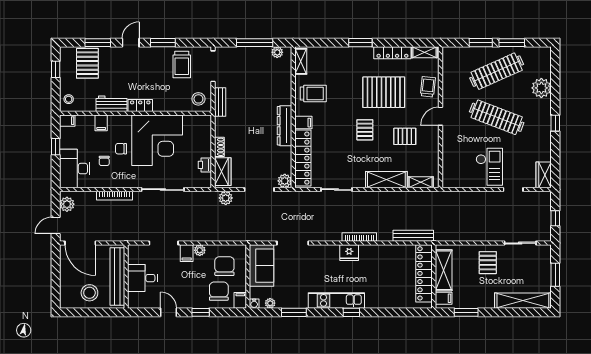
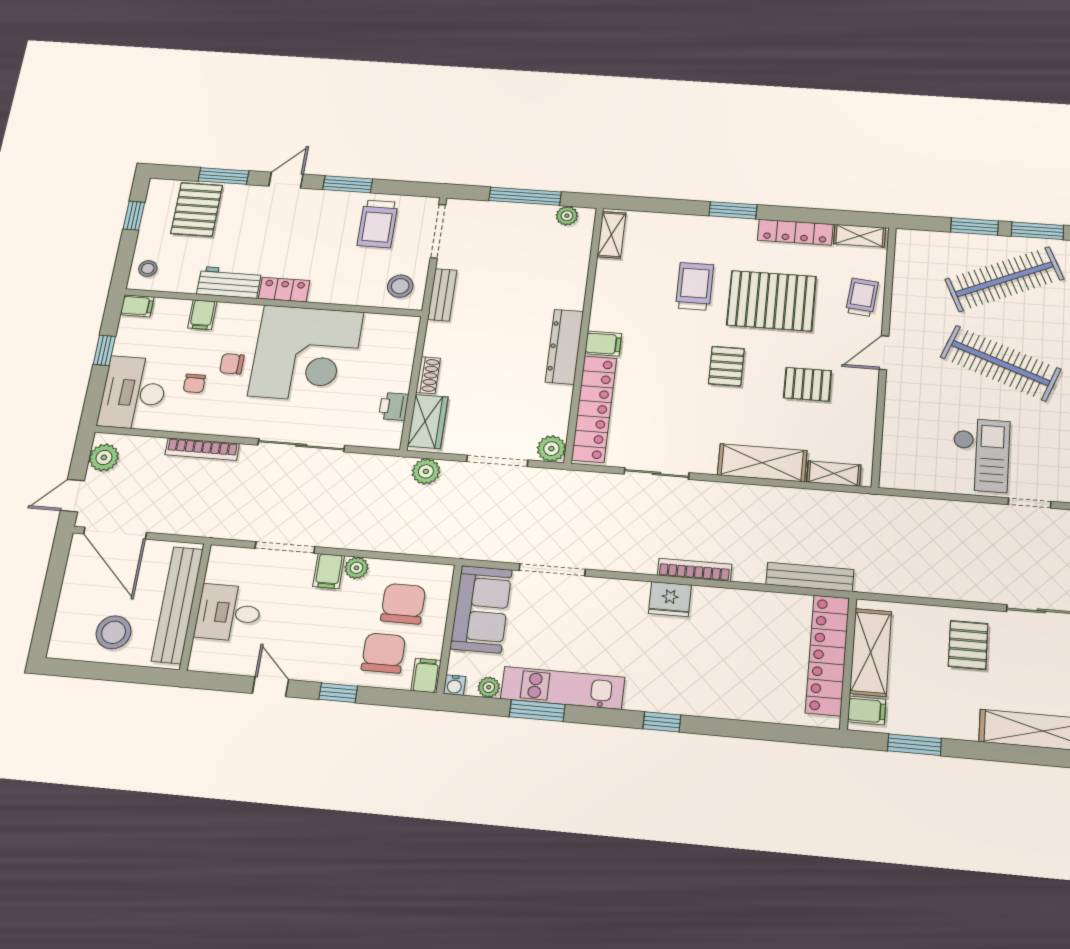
trolley: (313, 94) -> (695, 286), moved, turned -90
kitchen unit: (336, 300) -> (563, 688), moved

